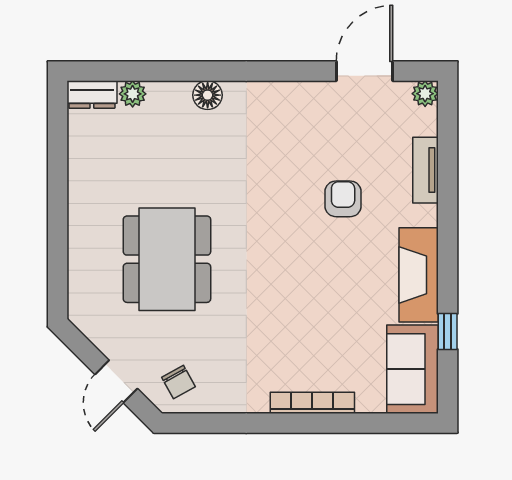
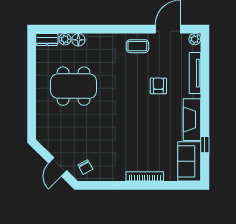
floor lamp: (208, 95) -> (78, 40), moved
coffee table: (296, 110) -> (137, 46), added
tv unit: (426, 170) -> (195, 73), width x1.41
dining table: (167, 259) -> (74, 86), moved, turned 90

